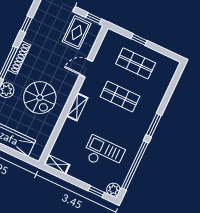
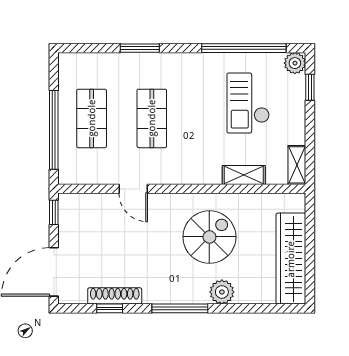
rug: (77, 32) -> (87, 228), removed
window: (139, 40) -> (54, 130), width x3.17
shoe rack: (19, 58) -> (115, 296), moved
shelving: (77, 107) -> (244, 175), moved
window: (154, 125) -> (140, 48), moved

